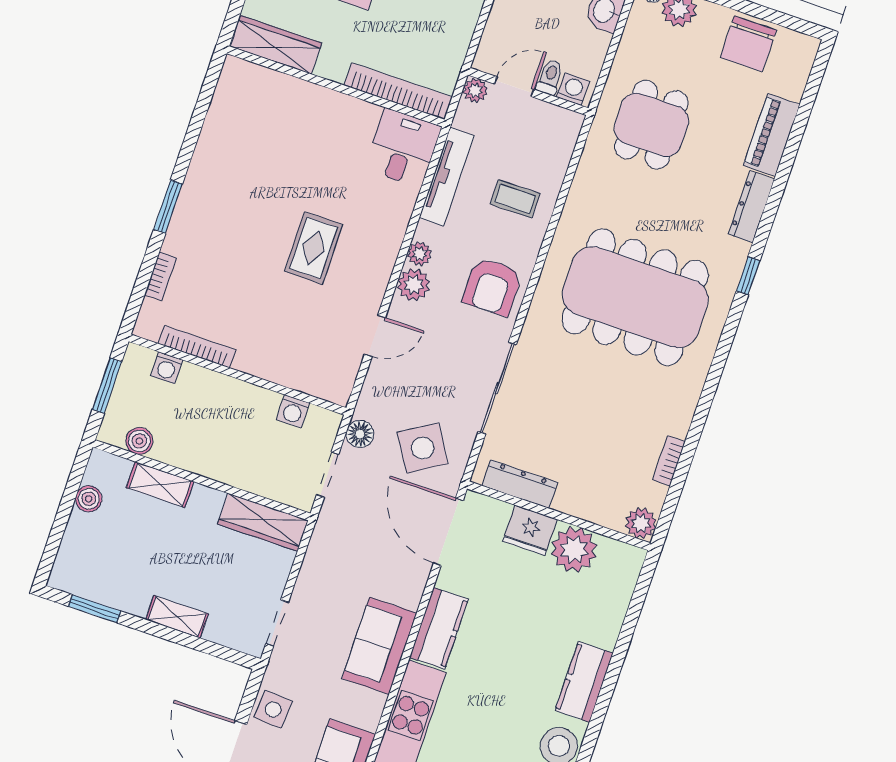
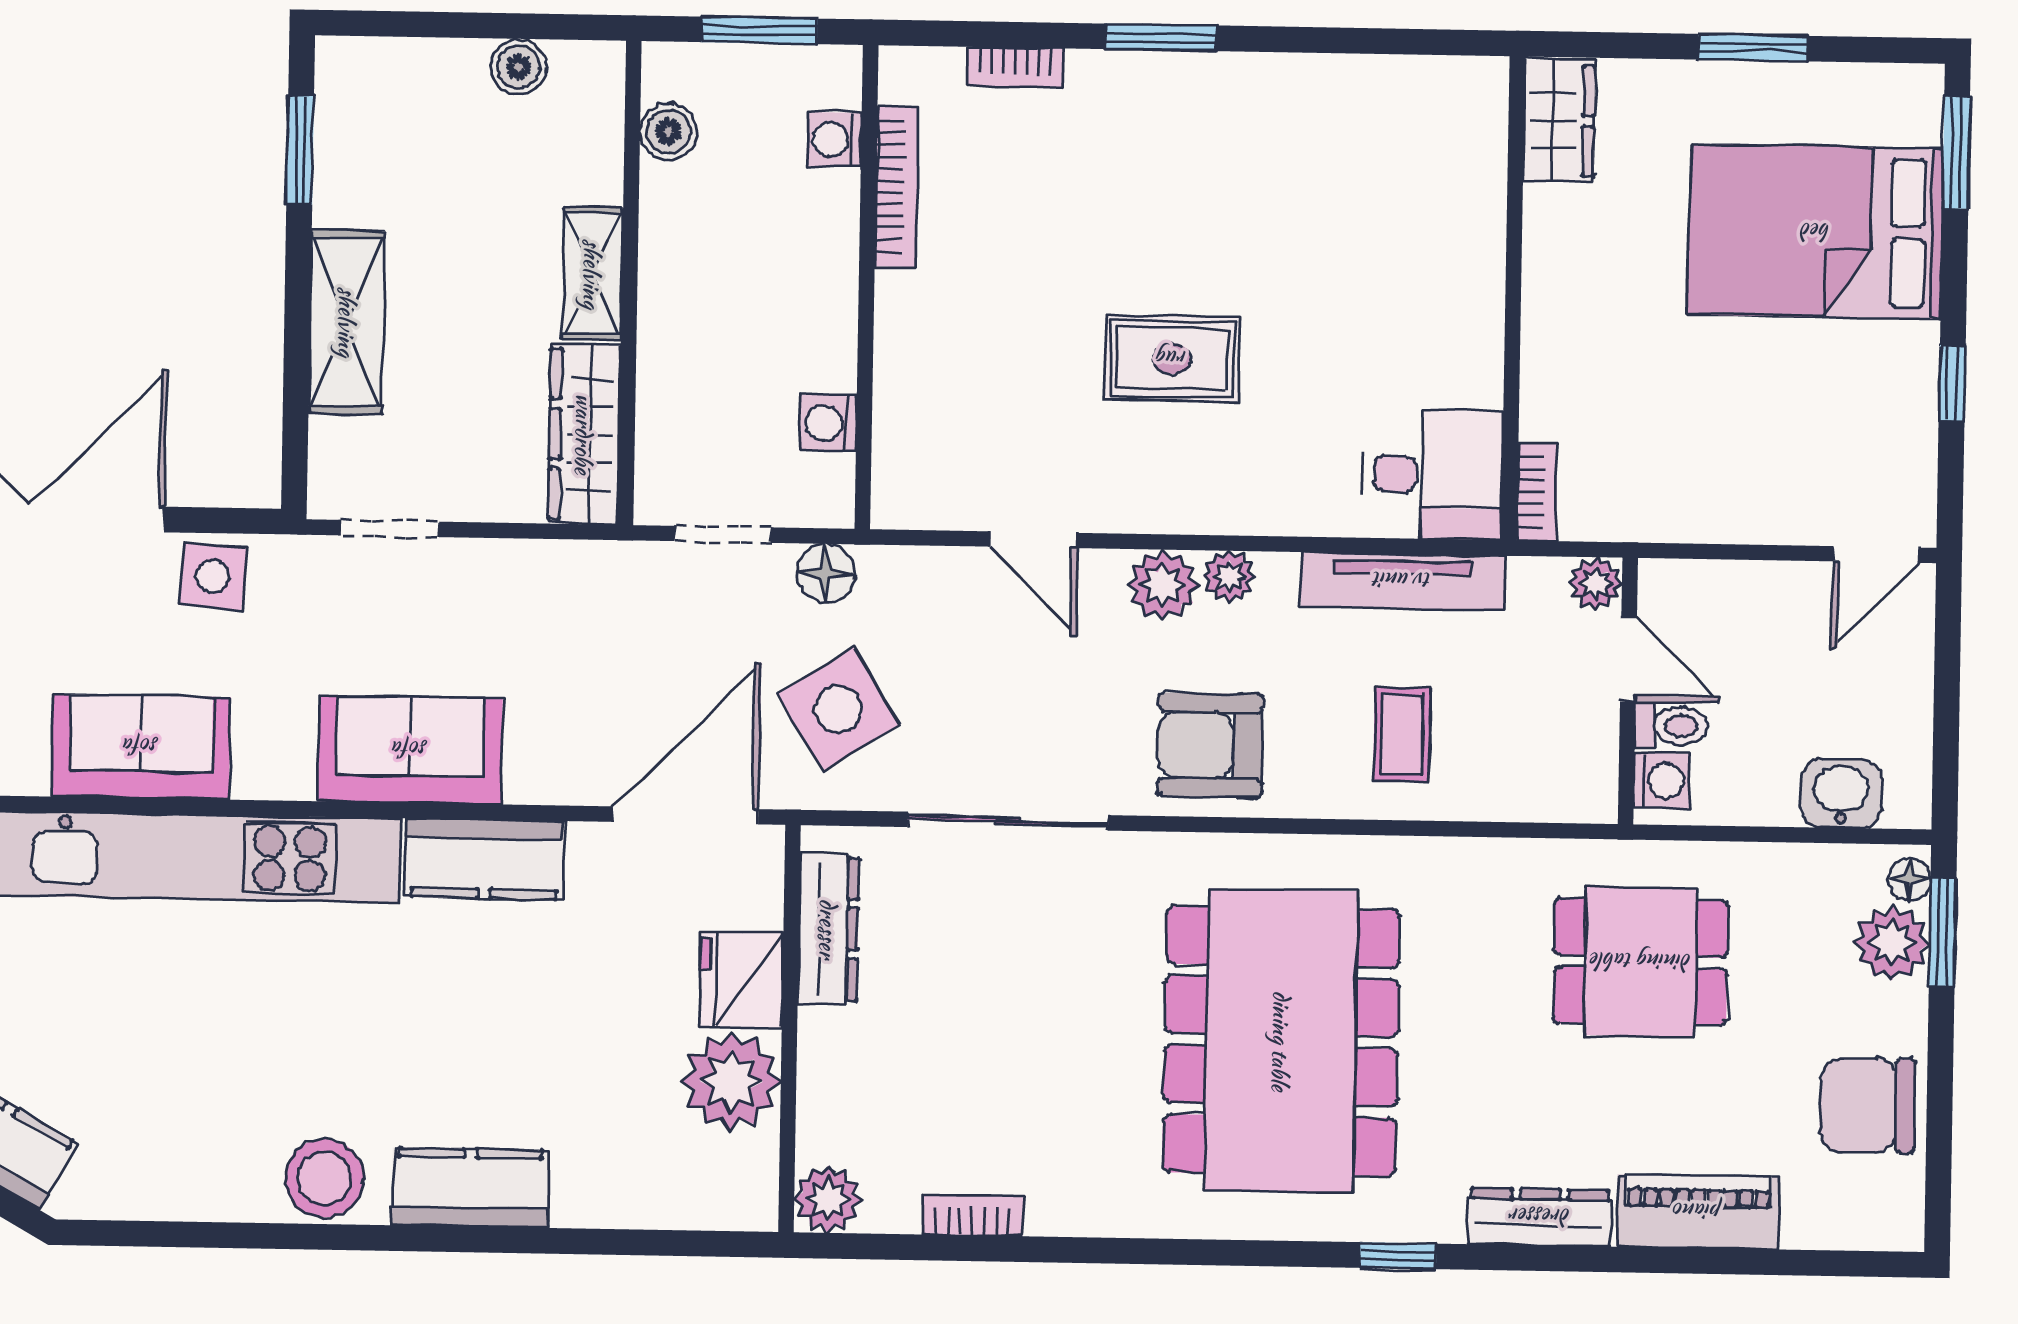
wardrobe: (276, 45) -> (1559, 121), width x0.67
bookcase: (398, 91) -> (1537, 492), width x0.43, depth x0.76
shelving: (160, 485) -> (592, 274), moved
shelving: (177, 617) -> (347, 322), width x1.50, depth x1.33

